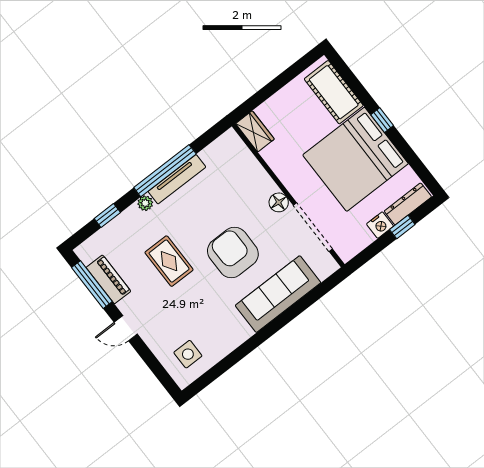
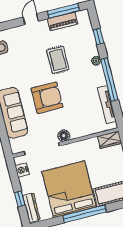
window: (382, 120) -> (85, 214), width x3.17
tv unit: (177, 179) -> (107, 105), moved
nightstand: (380, 225) -> (22, 170), moved
rug: (169, 261) -> (58, 60), turned 90

